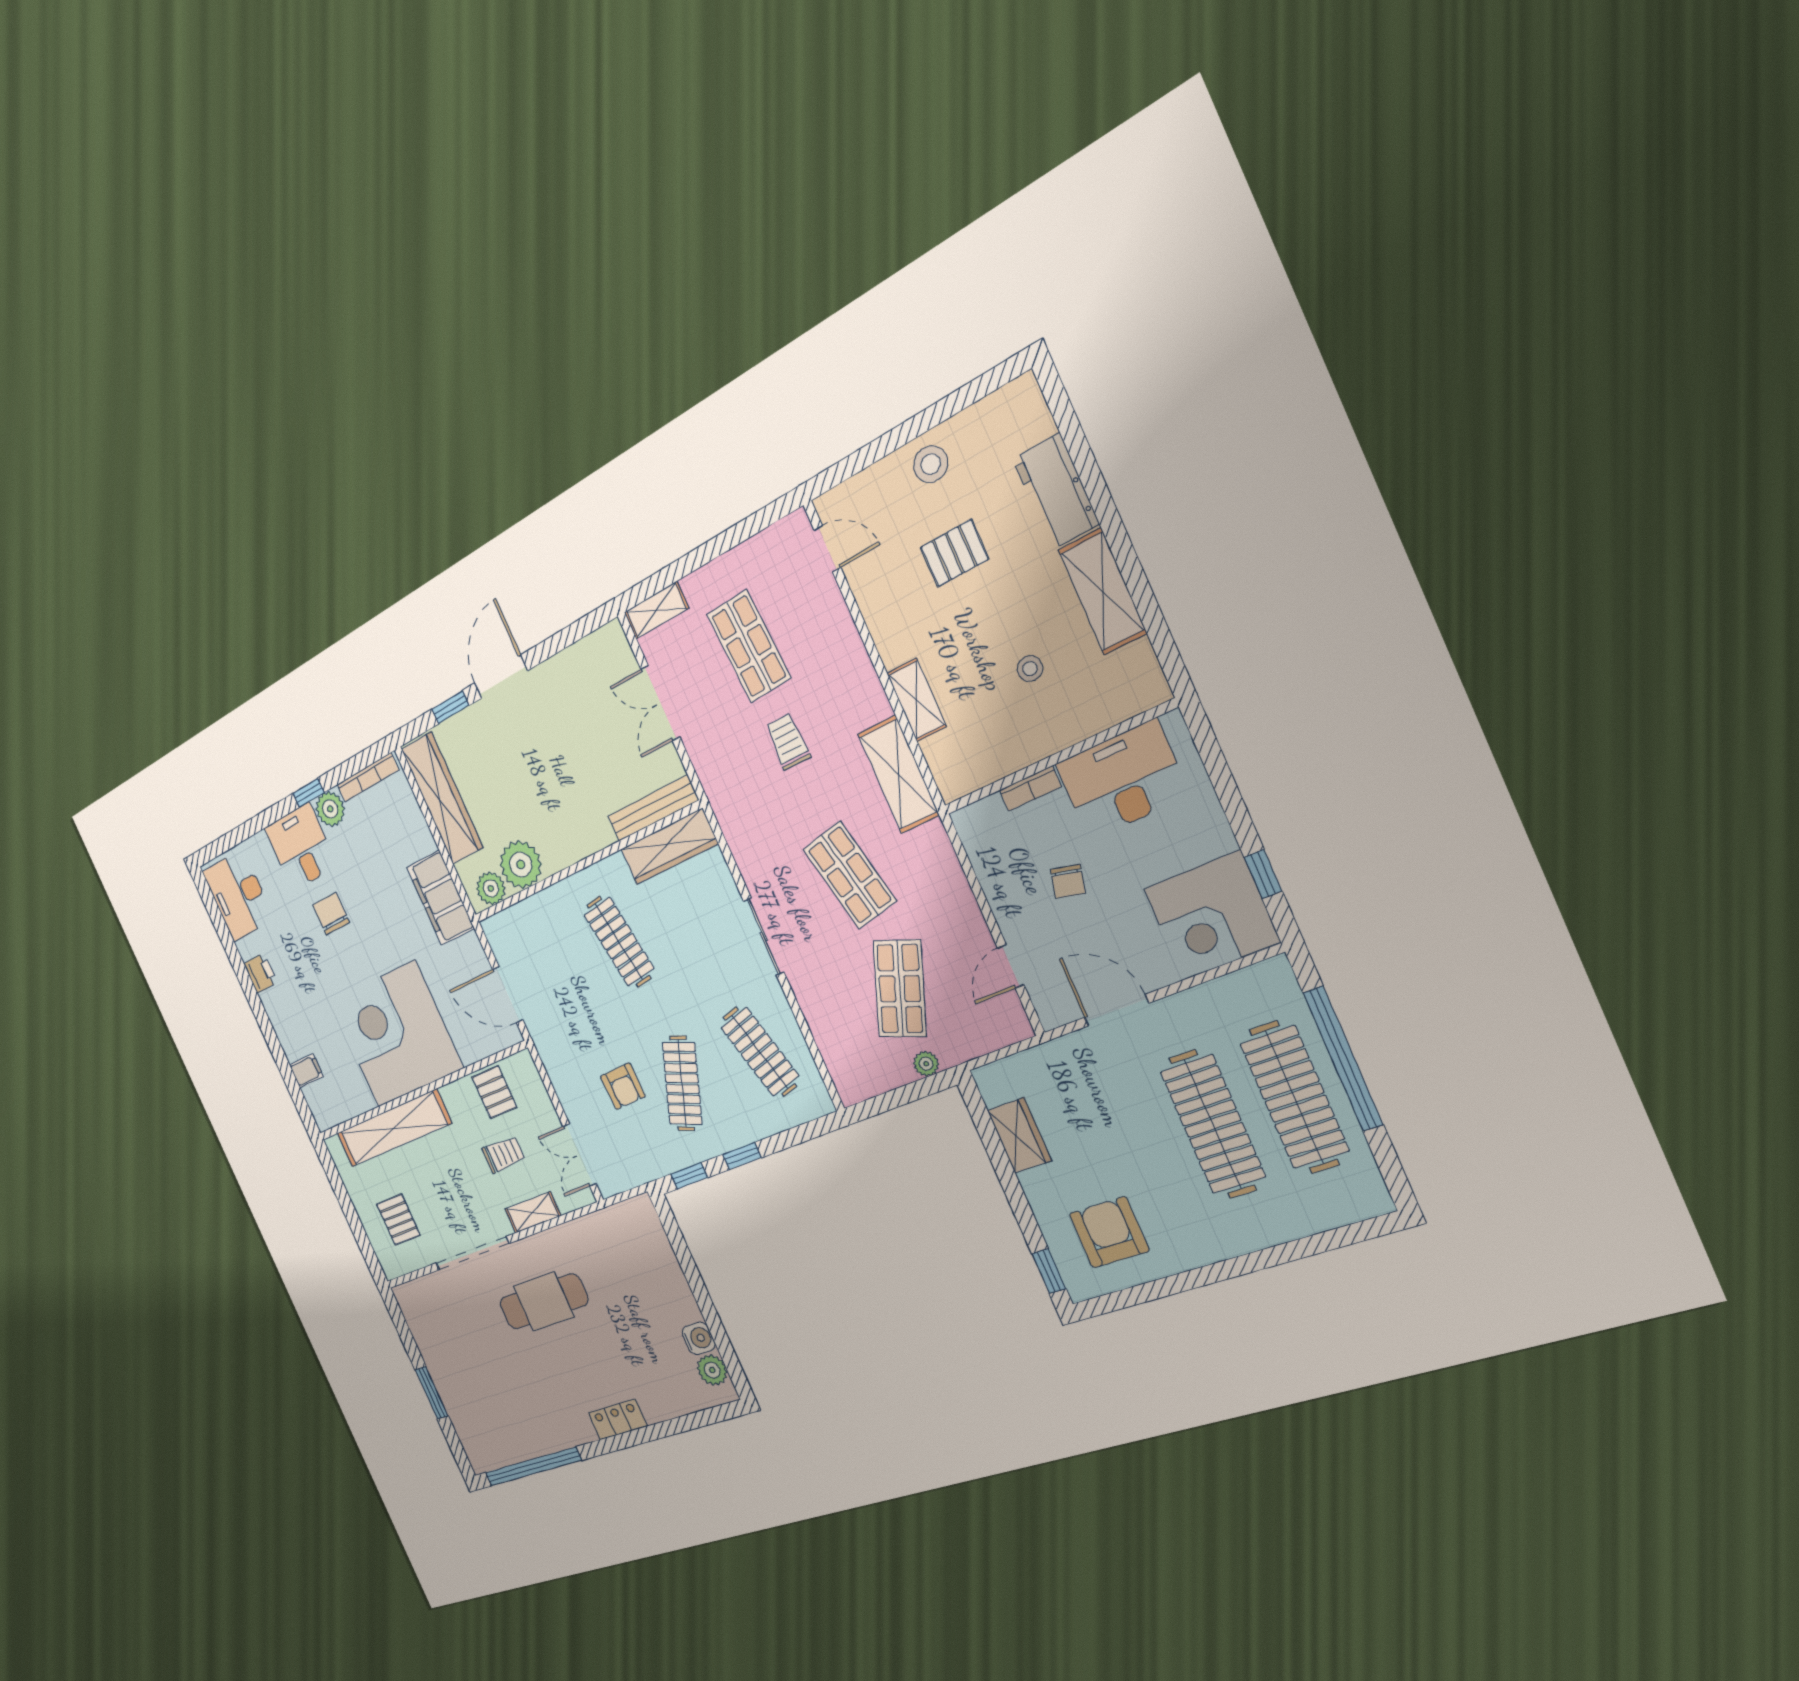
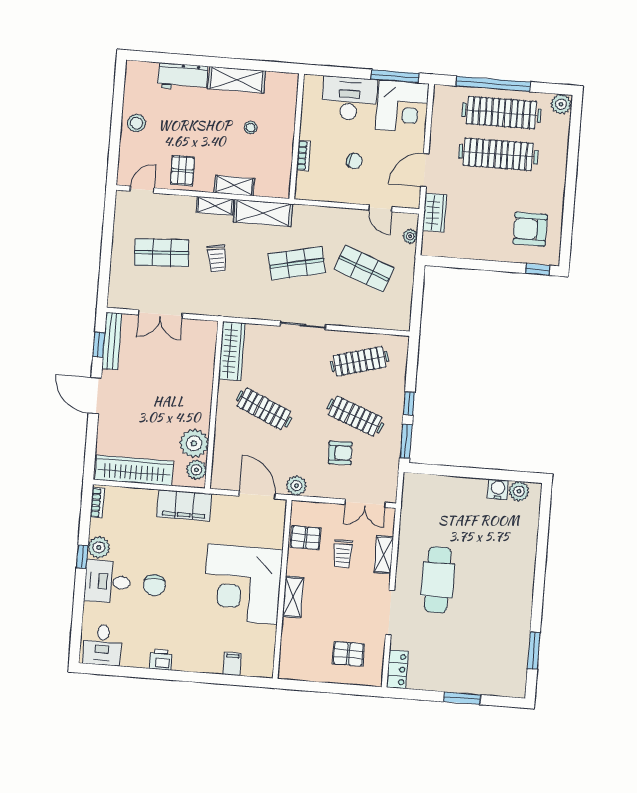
pallet: (955, 553) -> (182, 171), moved
shelving: (656, 610) -> (215, 206), moved, turned 90
window: (450, 707) -> (99, 345), moved
trolley: (788, 742) -> (217, 259), turned -100
bookcase: (368, 777) -> (97, 503), width x0.64
desk: (1122, 780) -> (349, 99), moved, turned 90
bench: (653, 808) -> (112, 341), moved
window: (1263, 874) -> (395, 76), width x2.17
desk: (238, 895) -> (102, 645), width x0.73
chair: (331, 914) -> (154, 585), turned -90
clothes rail: (619, 942) -> (264, 409), turned 33
door: (508, 995) -> (257, 495), swing flipped
plant: (549, 1045) -> (297, 486), added
plant: (926, 1064) -> (410, 236), moved
shelving: (394, 1128) -> (293, 597), width x0.45, depth x0.75
wardrobe: (1019, 1135) -> (435, 213), moved, turned 90
trolley: (504, 1154) -> (343, 554), turned 180
window: (689, 1176) -> (406, 441), width x1.50
plant: (1368, 1197) -> (561, 104), added
doorway: (472, 1253) -> (390, 613), width x0.73
locker: (618, 1419) -> (397, 669), moved, turned 180
window: (533, 1467) -> (534, 651), width x0.47

